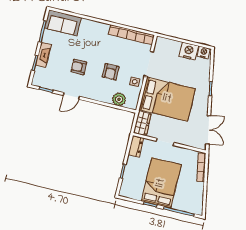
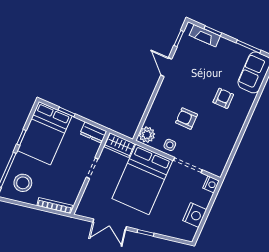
bookcase: (131, 35) -> (226, 151), removed
nightstand: (204, 52) -> (211, 184), moved
fireplace: (43, 55) -> (205, 36), moved
armchair: (79, 67) -> (223, 98), moved
plant: (119, 99) -> (147, 135), moved
double door: (208, 130) -> (110, 224), moved
bed: (161, 183) -> (45, 133), moved, turned 90
stool: (187, 197) -> (23, 183), added

